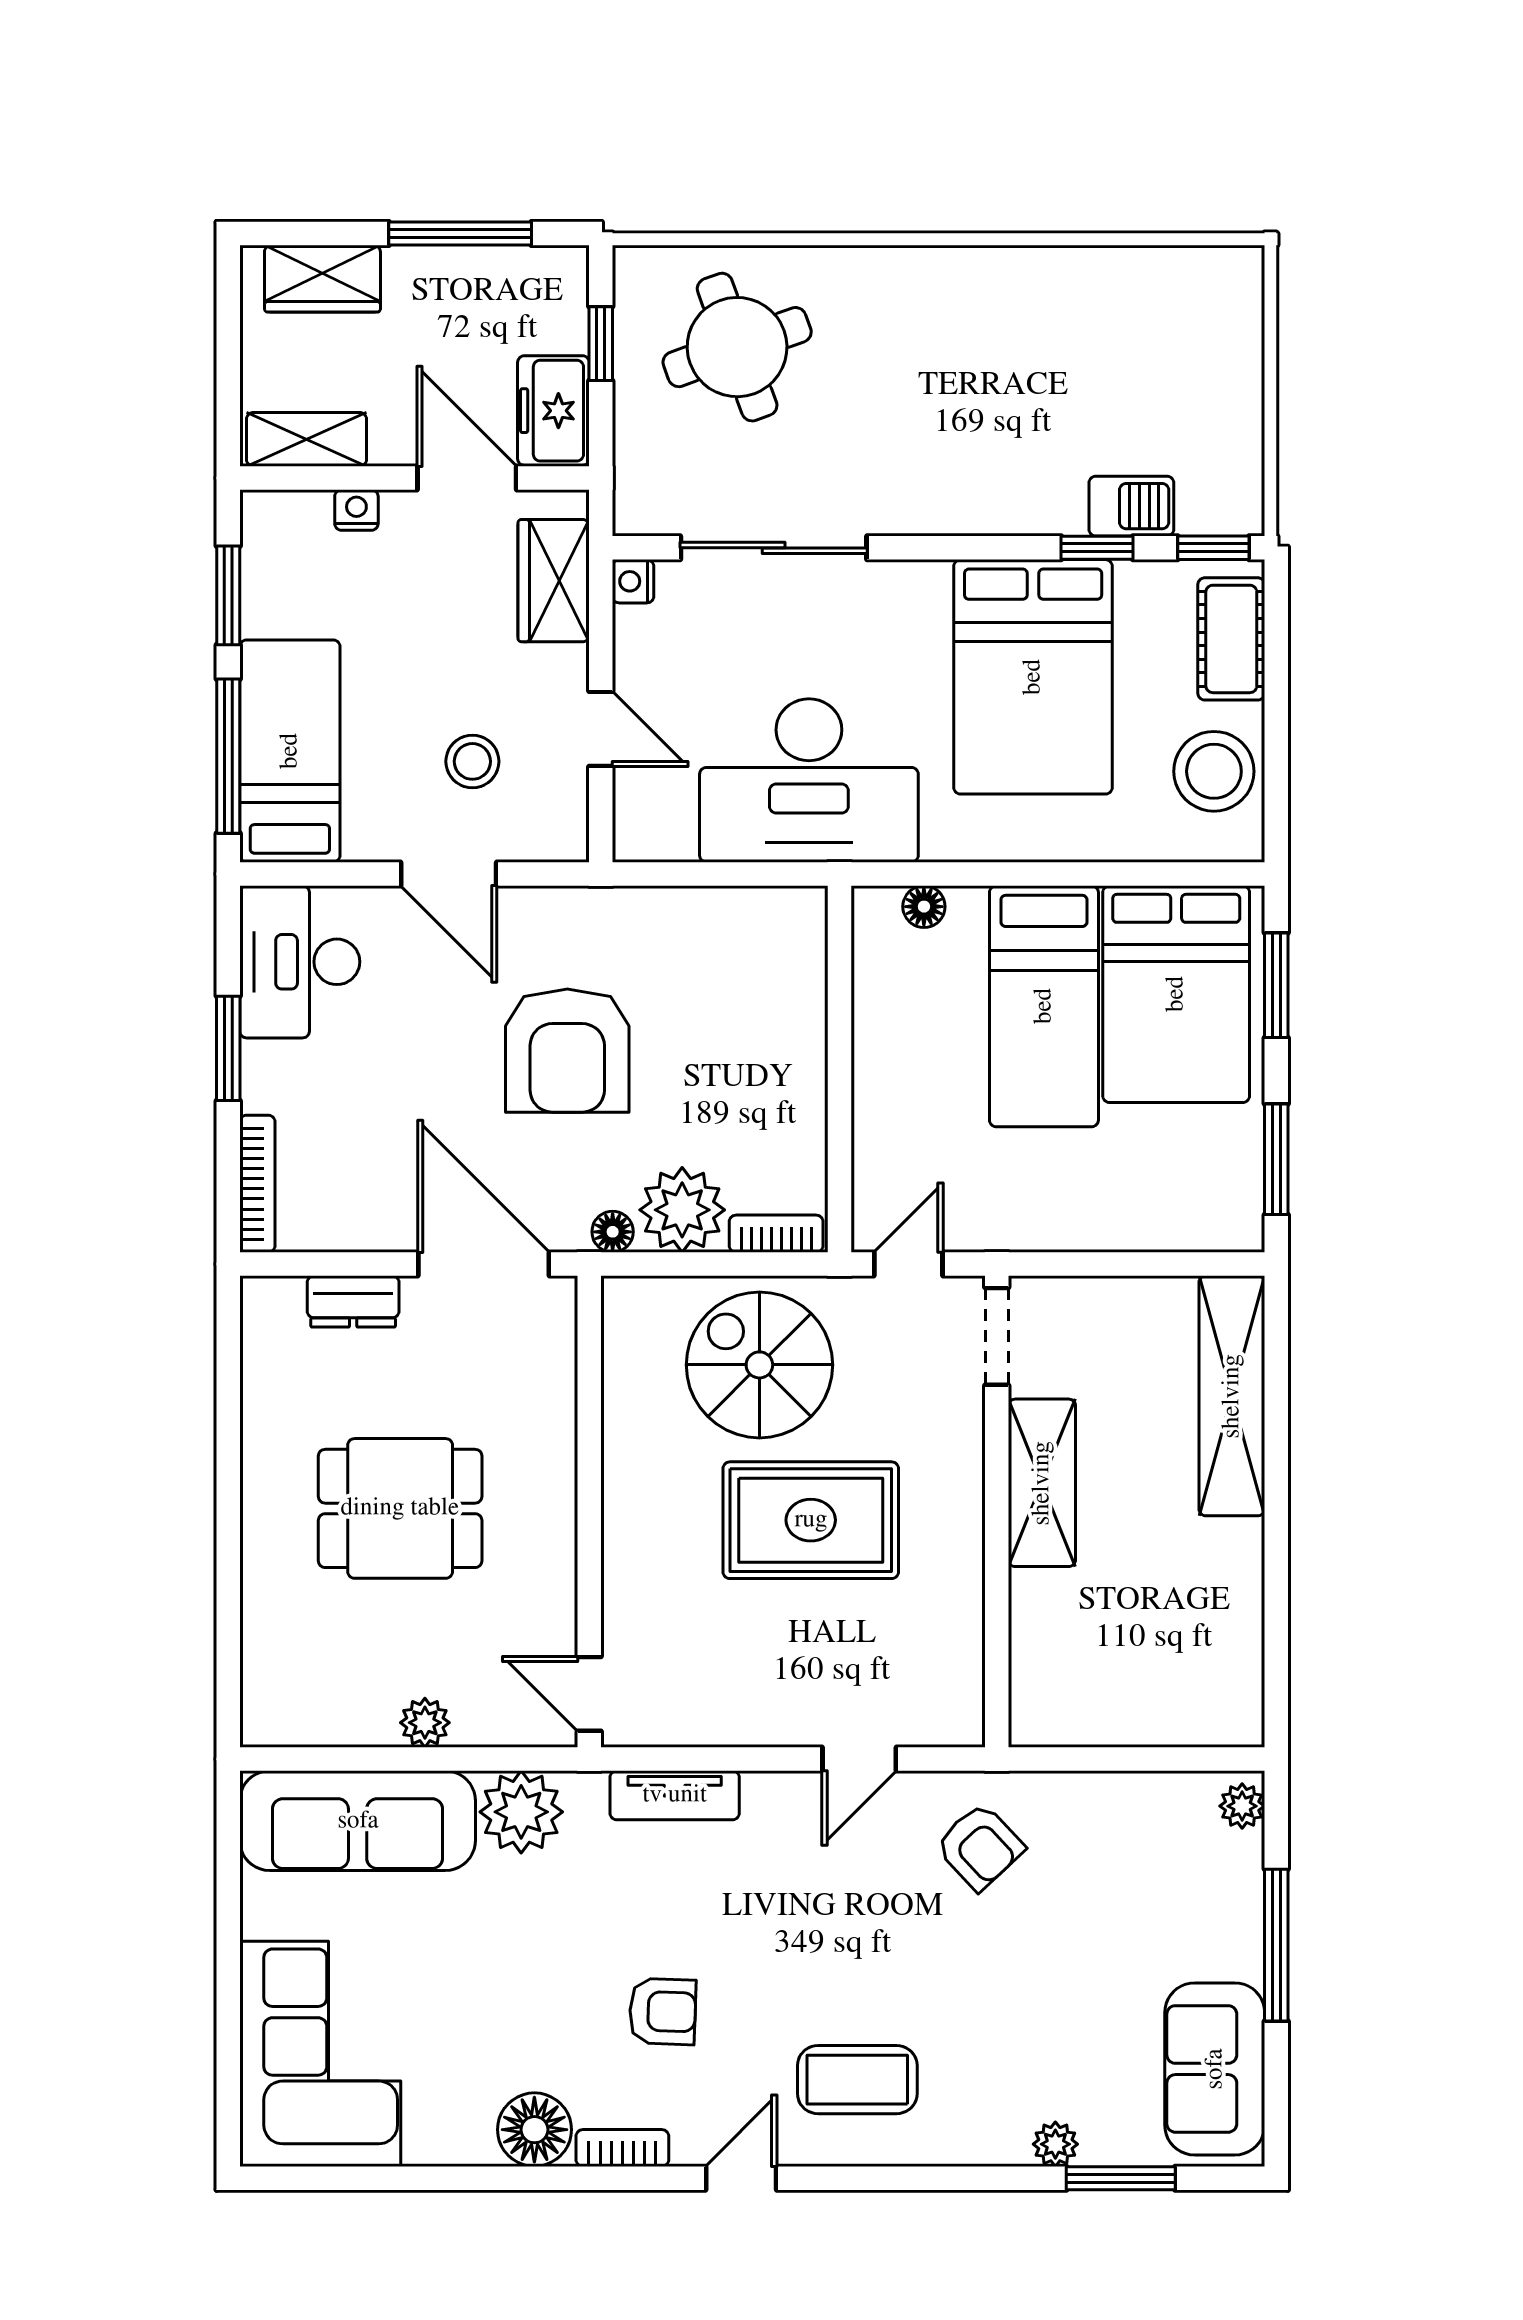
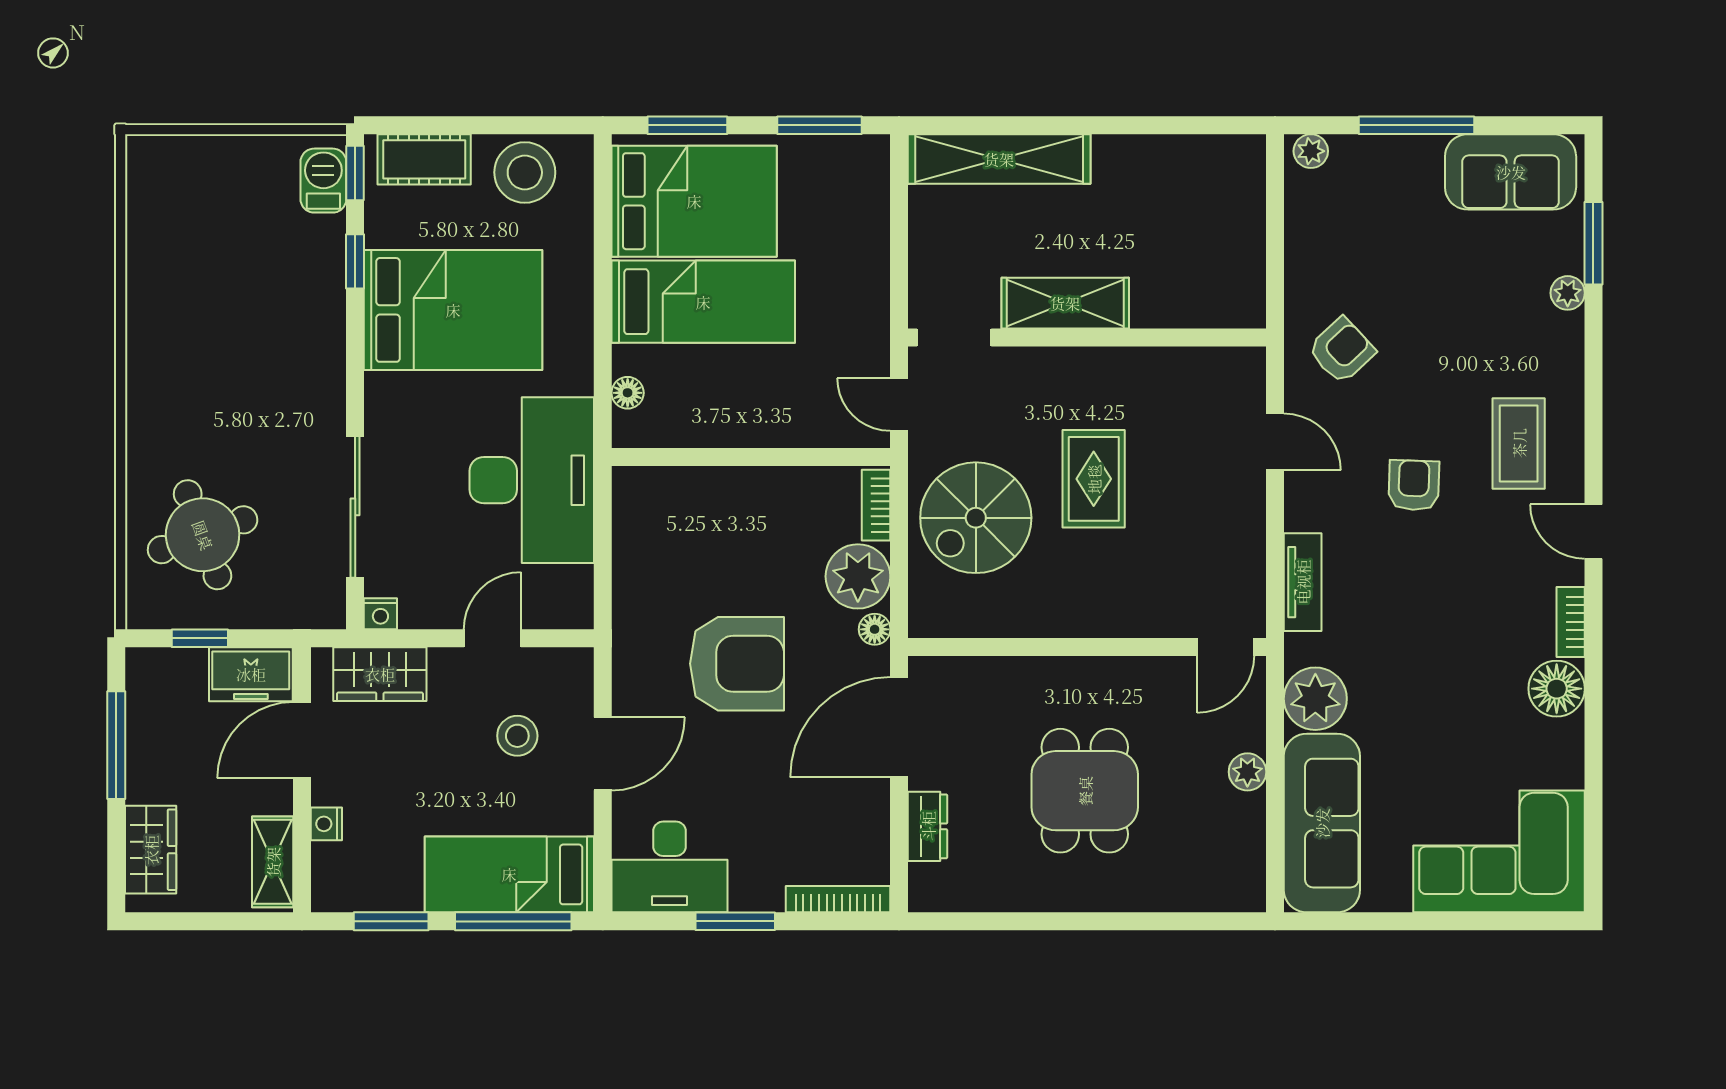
barbecue: (1131, 506) -> (323, 181), moved
rug: (811, 1520) -> (1094, 479), width x0.73, depth x0.70
armchair: (663, 2011) -> (1414, 485), moved

